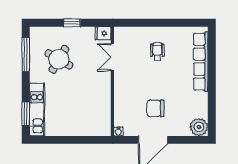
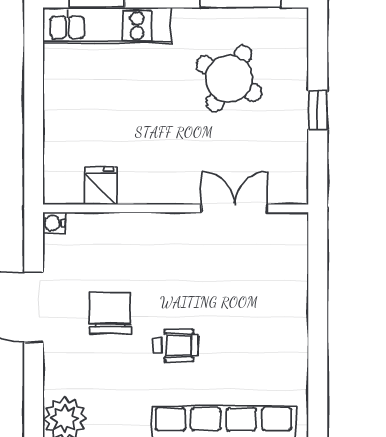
fridge: (103, 33) -> (101, 186), moved
wheelchair: (157, 52) -> (175, 345), moved

